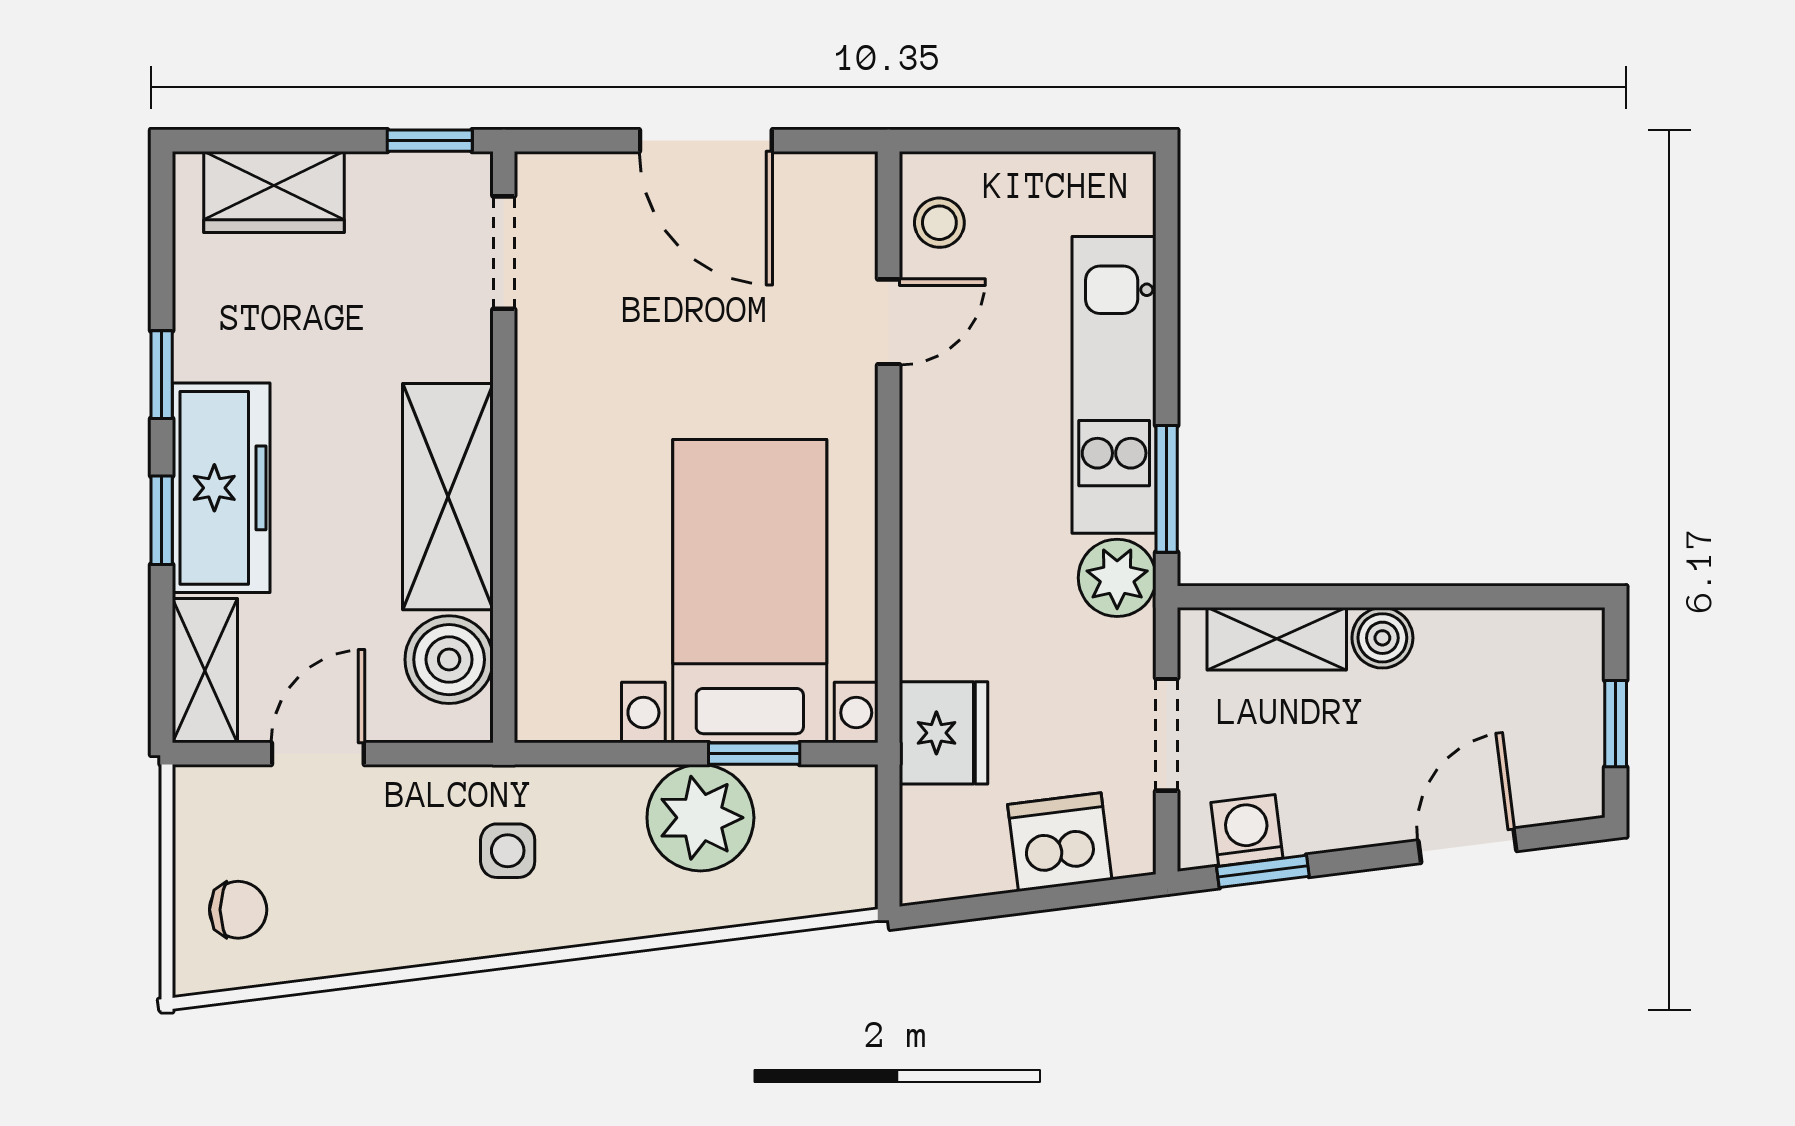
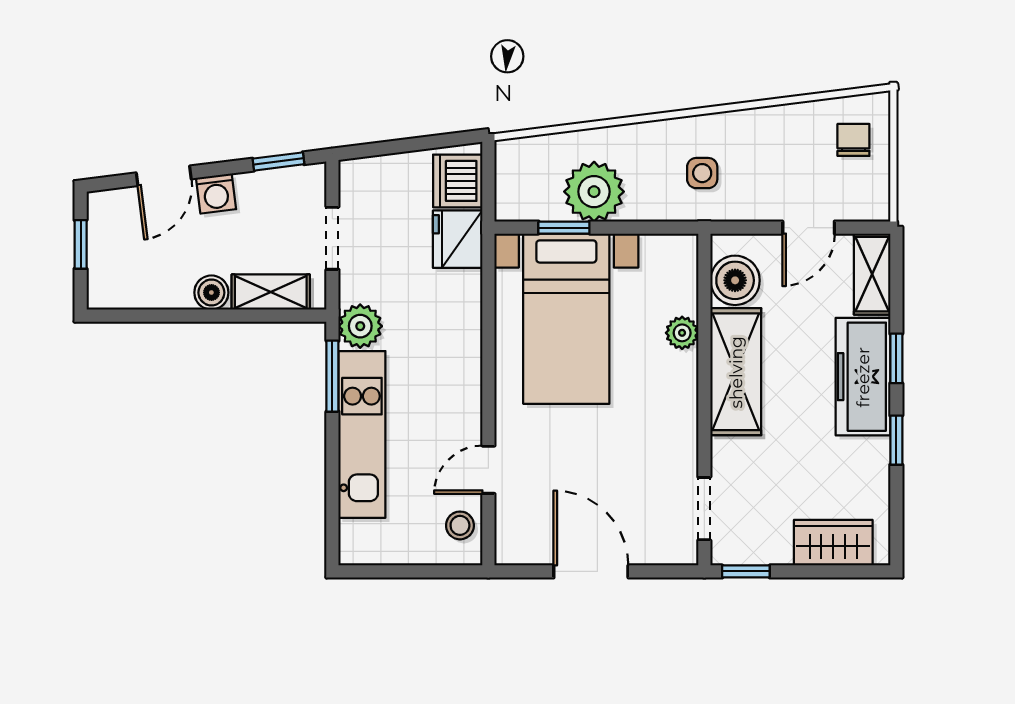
plant: (543, 566) -> (682, 333), added
washing machine: (1247, 830) -> (216, 193), moved
dishwasher: (1060, 842) -> (458, 181), moved, turned 97
chair: (238, 910) -> (853, 140), turned 90

